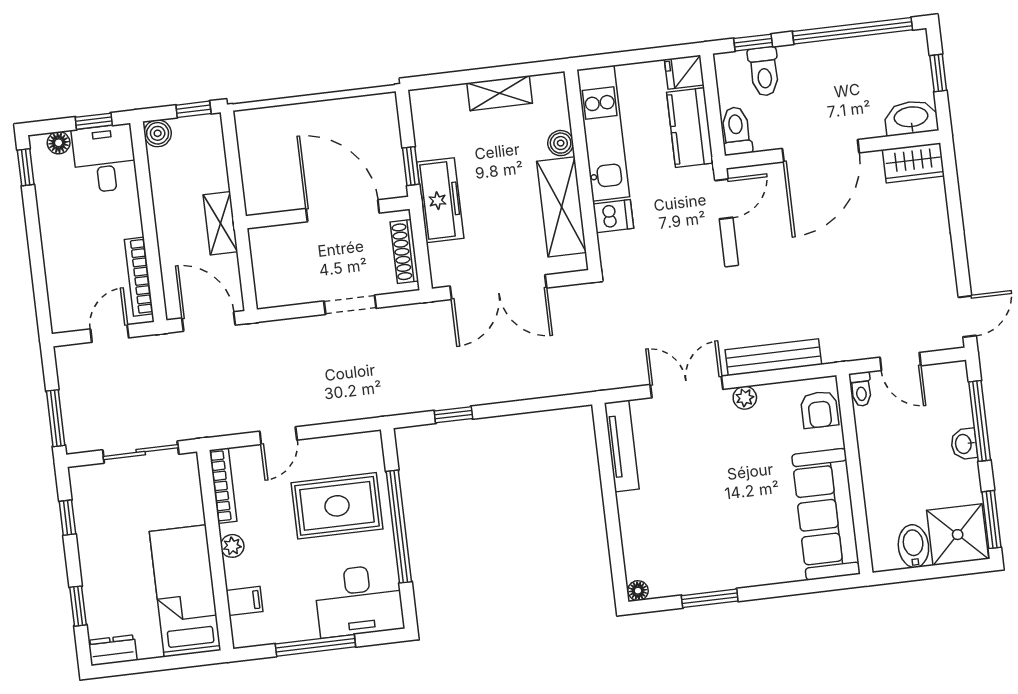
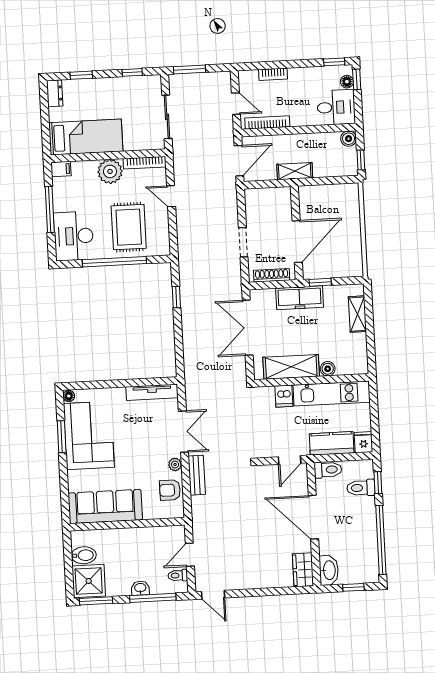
shelving: (500, 93) -> (357, 314), moved
window: (94, 121) -> (357, 79), moved
door: (724, 199) -> (290, 460), hinge flipped
bookcase: (54, 272) -> (273, 74), added
bench: (773, 357) -> (197, 475), width x0.73
toilet: (861, 389) -> (178, 575), moved
armchair: (819, 410) -> (170, 490), moved
plant: (232, 546) -> (110, 171), width x1.88, depth x1.88
corner sofa: (704, 551) -> (89, 435), added
filing cabinet: (244, 601) -> (61, 169), moved, turned -90

